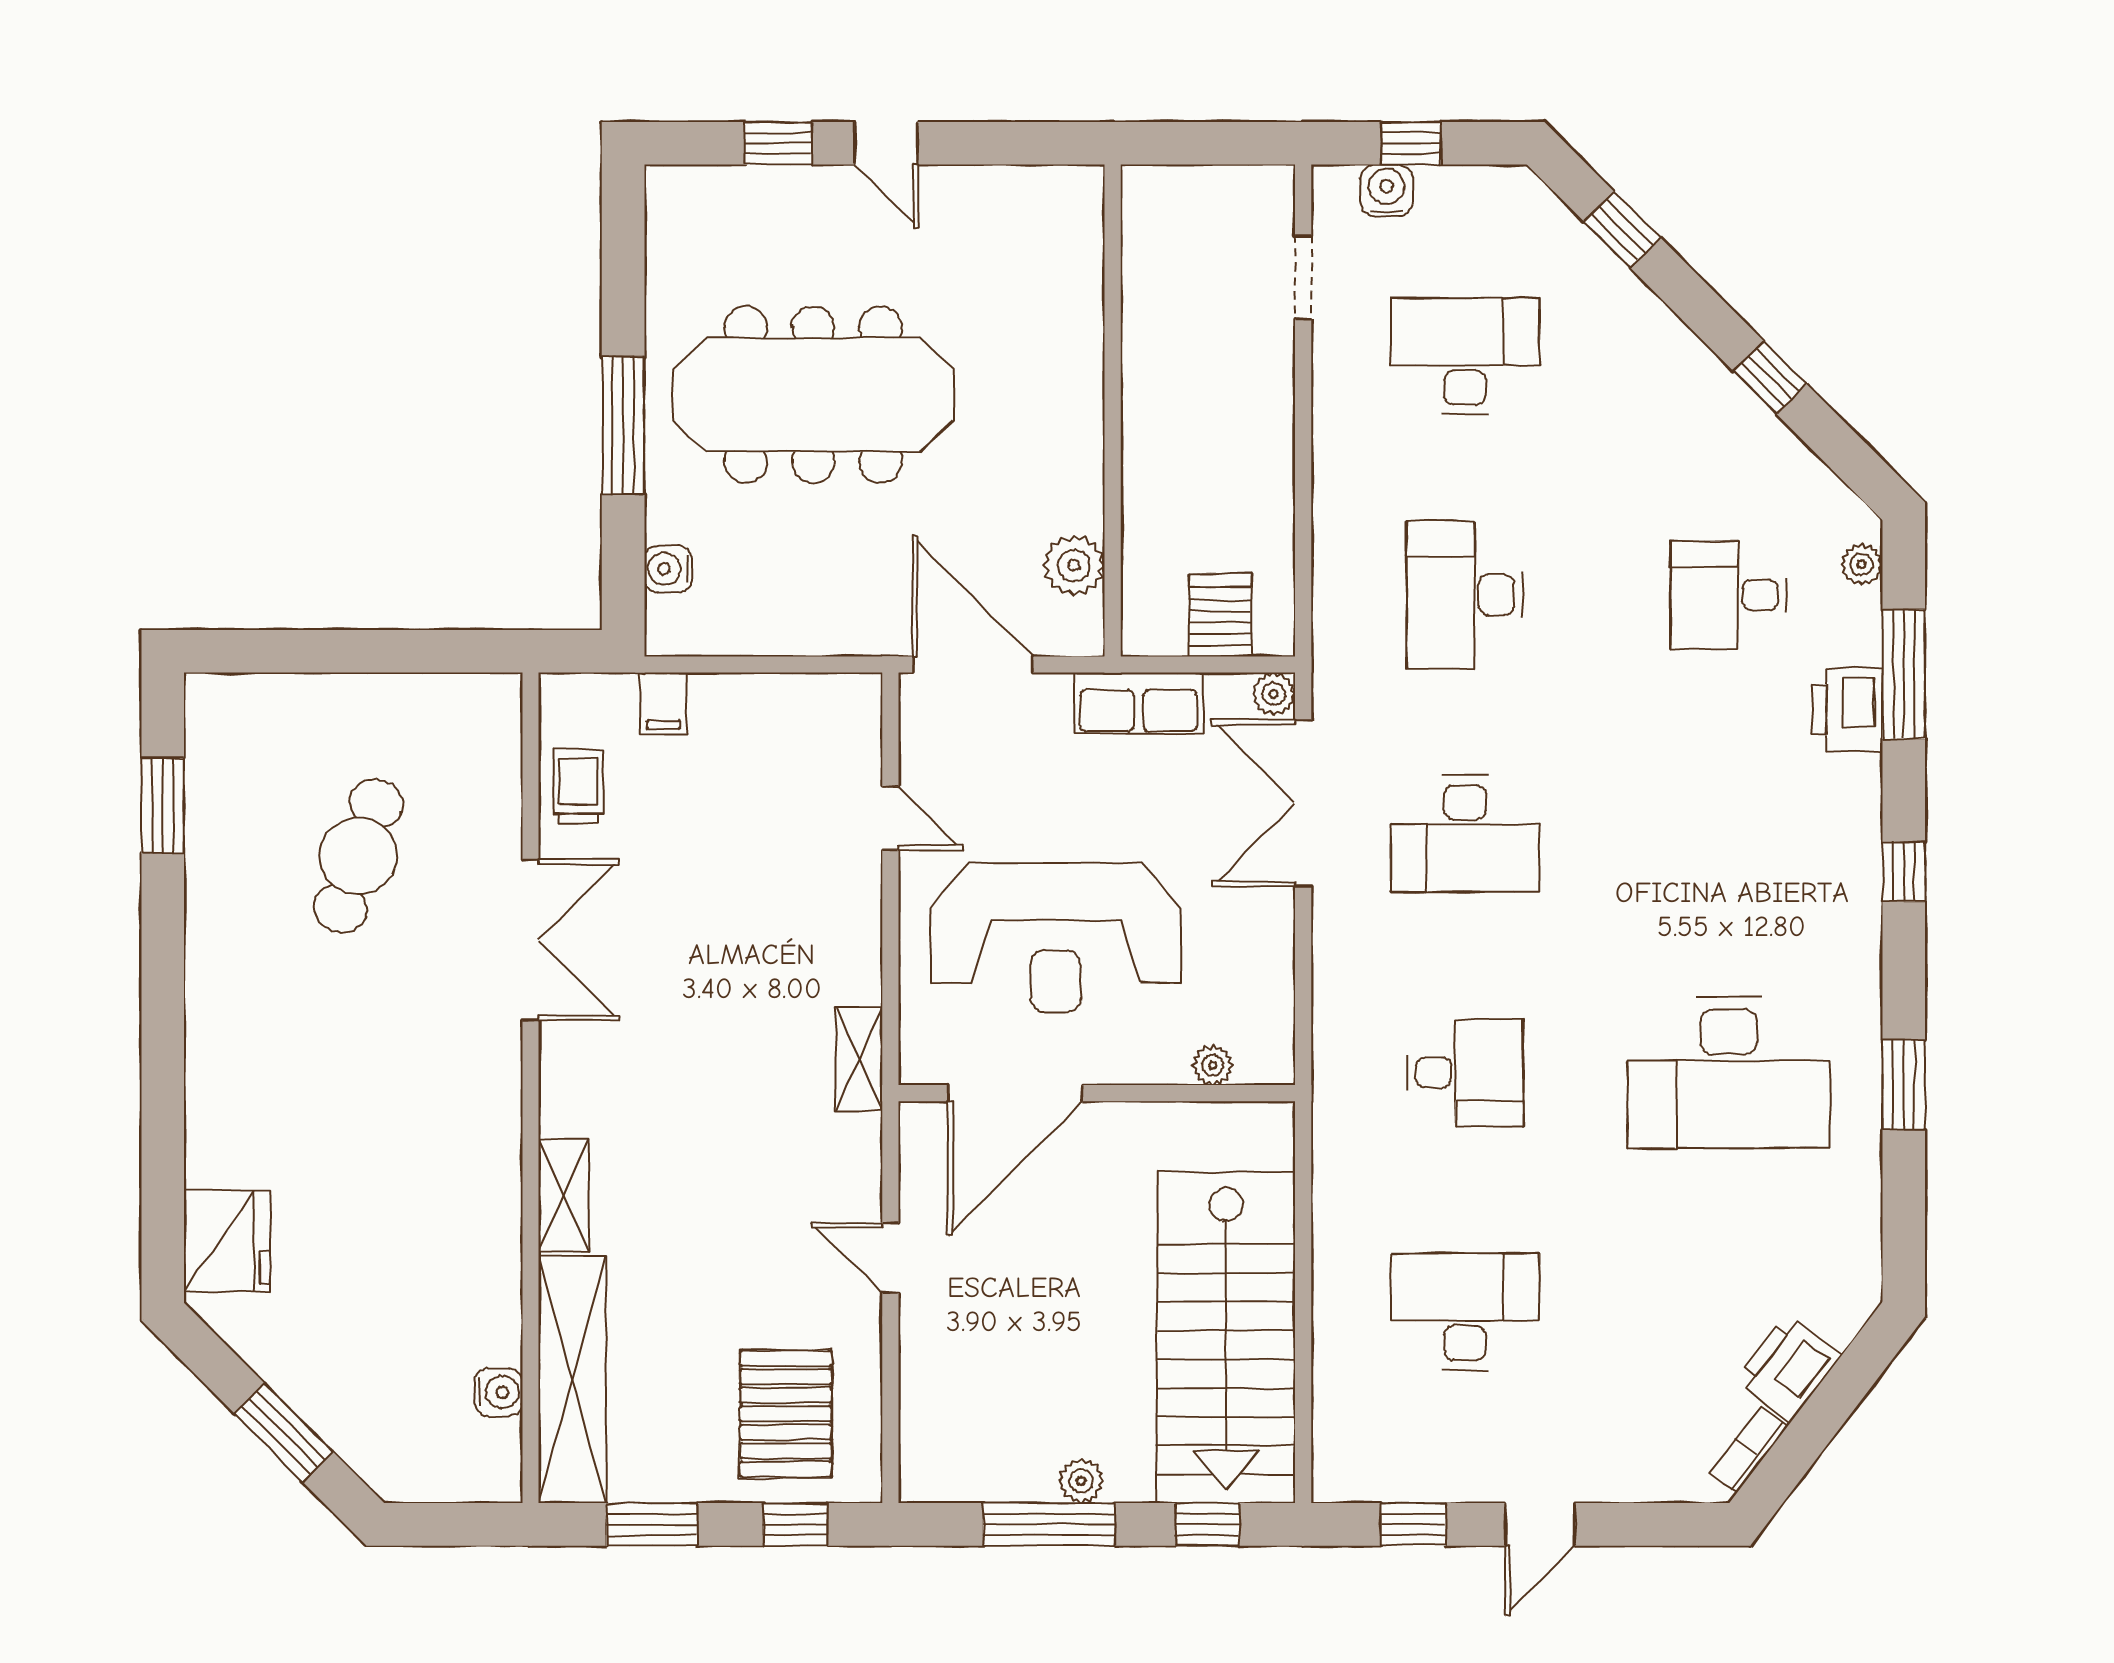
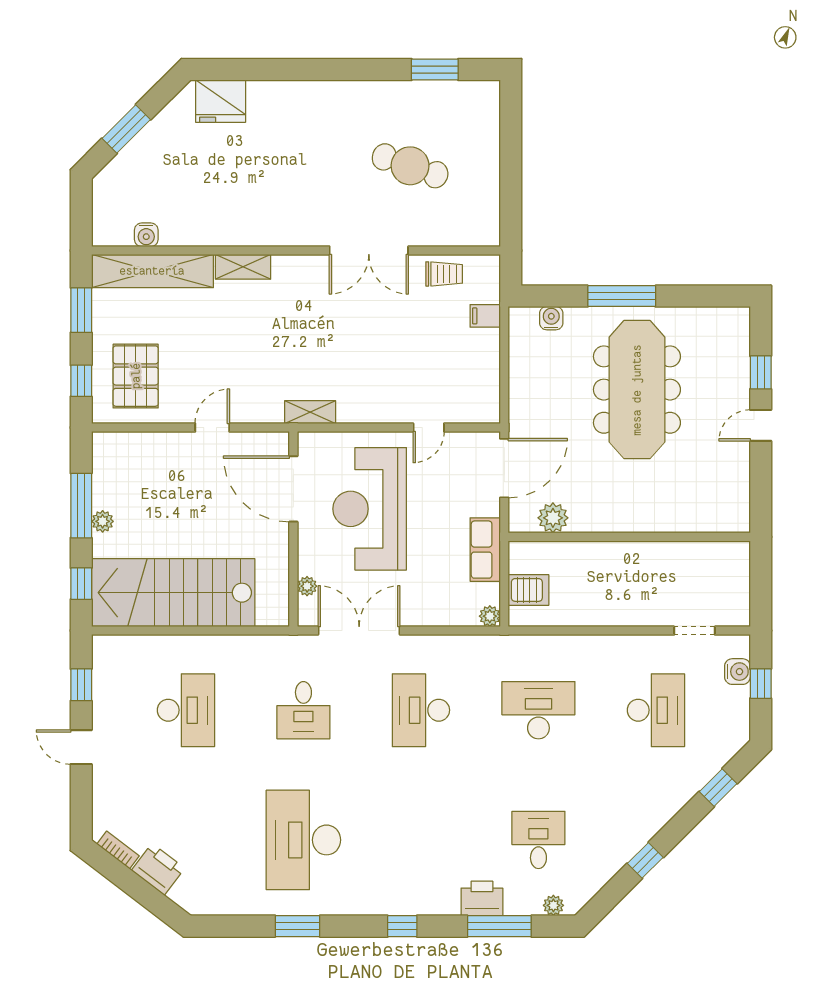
double door: (1303, 803) -> (359, 631), moved
pallet: (786, 1414) -> (136, 376), turned 90

